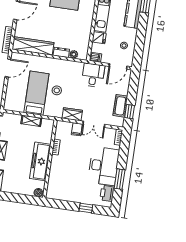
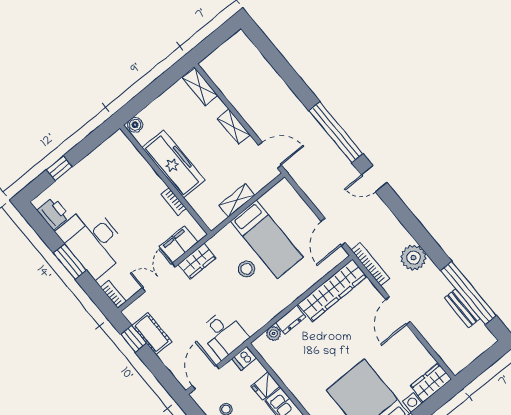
filing cabinet: (77, 129) -> (179, 244), width x2.00
window: (120, 179) -> (70, 262), moved

